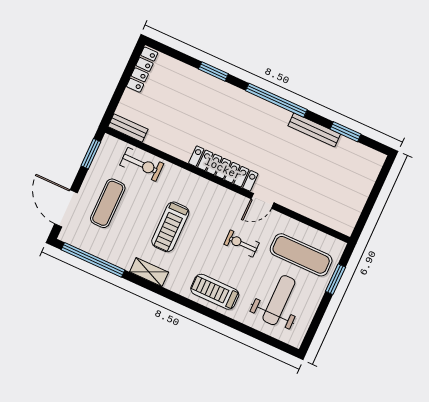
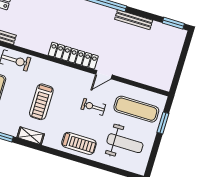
window: (346, 132) -> (173, 23), moved
treadmill: (215, 292) -> (79, 143), turned 180
weight bench: (279, 300) -> (125, 143), turned 90

